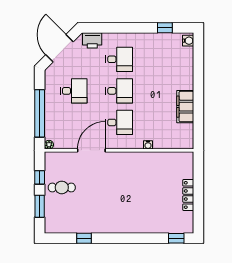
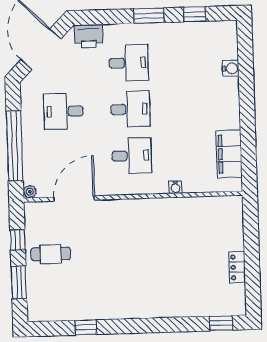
window: (134, 28) -> (149, 16), added
water cooler: (188, 41) -> (231, 68), moved
desk: (74, 91) -> (64, 111), turned 180
filing cabinet: (185, 107) -> (229, 154), moved
door: (91, 150) -> (74, 199), moved
locker: (188, 195) -> (237, 267), width x0.66

